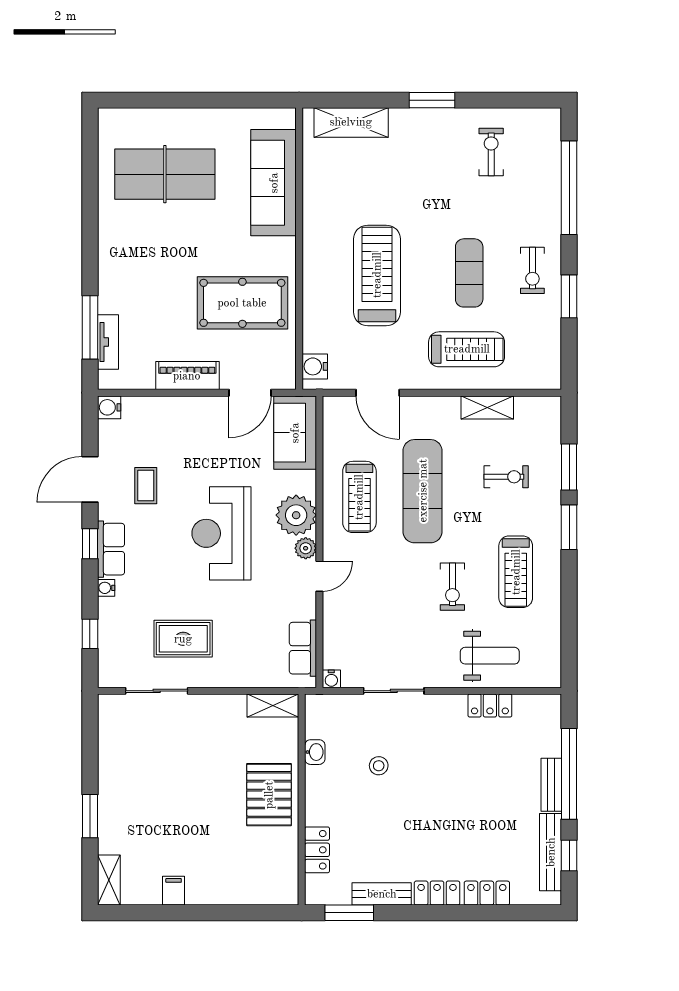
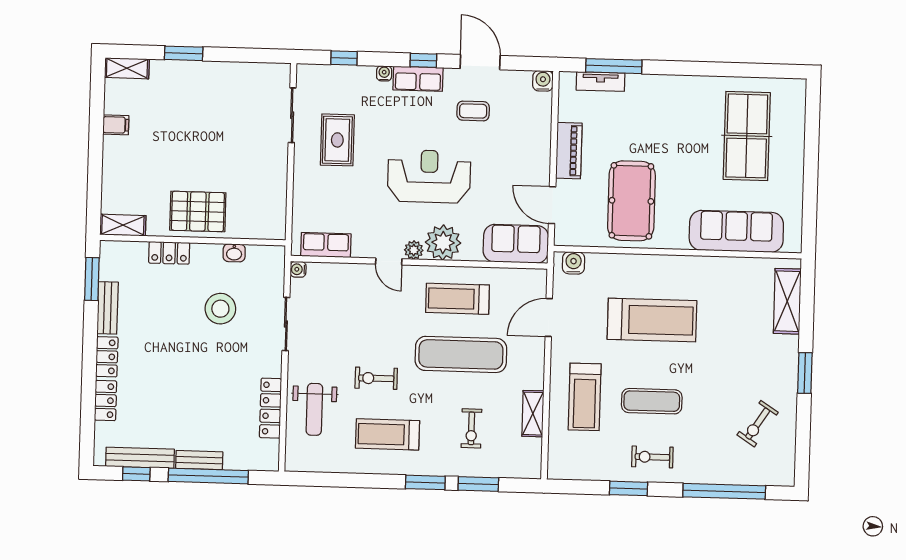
exercise bike: (491, 152) -> (758, 424), turned 123
shelving: (273, 706) -> (123, 225), moved, turned 90
locker: (490, 706) -> (270, 408), width x1.53
stool: (379, 766) -> (220, 309), width x1.89, depth x1.89
locker: (317, 850) -> (169, 253), moved

